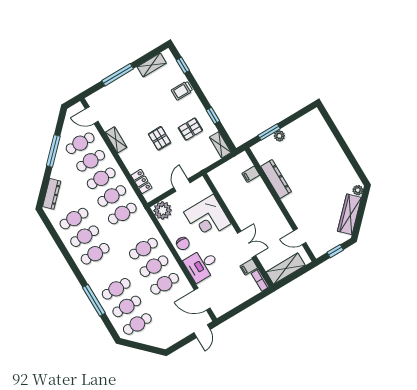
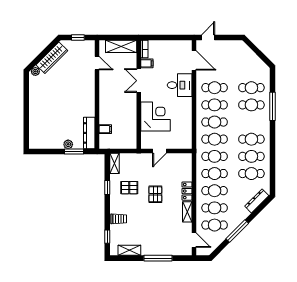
dresser: (276, 179) -> (89, 133), moved
locker: (141, 181) -> (187, 191), moved
plant: (163, 210) -> (184, 141), removed
chair: (183, 244) -> (184, 109), removed
cafe table: (137, 324) -> (215, 139), moved

